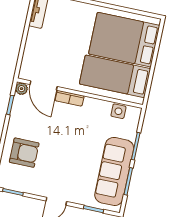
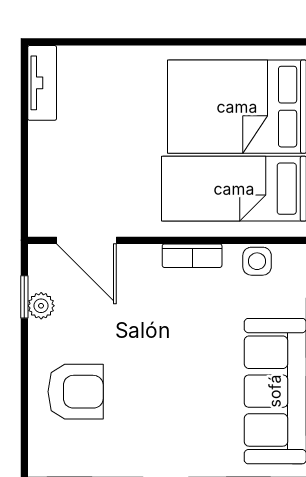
plant: (22, 89) -> (41, 306), moved
bookcase: (70, 98) -> (192, 256), moved

